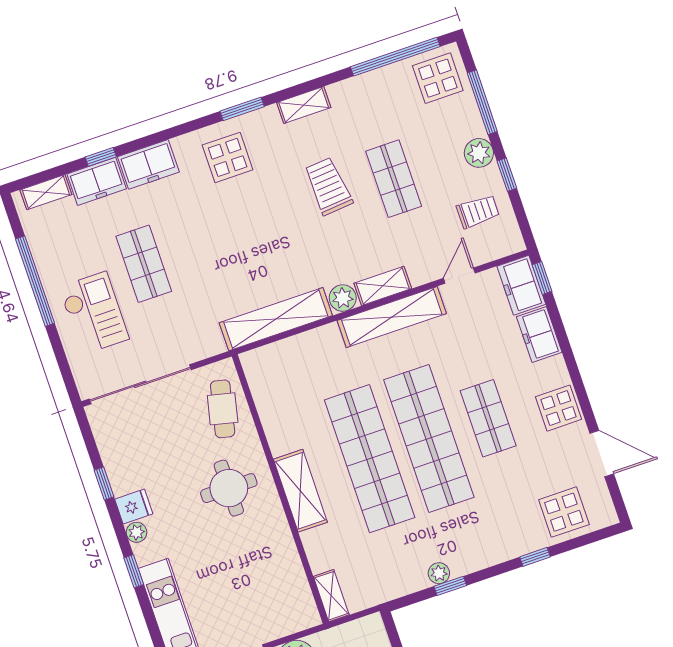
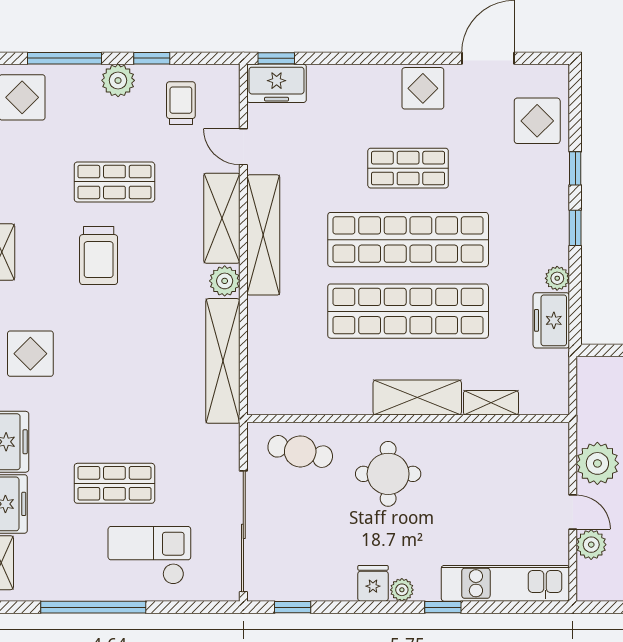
trolley: (328, 186) -> (99, 255), turned -85
shelving: (383, 286) -> (222, 218), width x1.50, depth x1.33
freezer: (539, 334) -> (551, 320), moved, turned 90
window: (104, 483) -> (293, 607), moved
window: (450, 586) -> (575, 228), moved
shelving: (331, 596) -> (491, 403), moved

